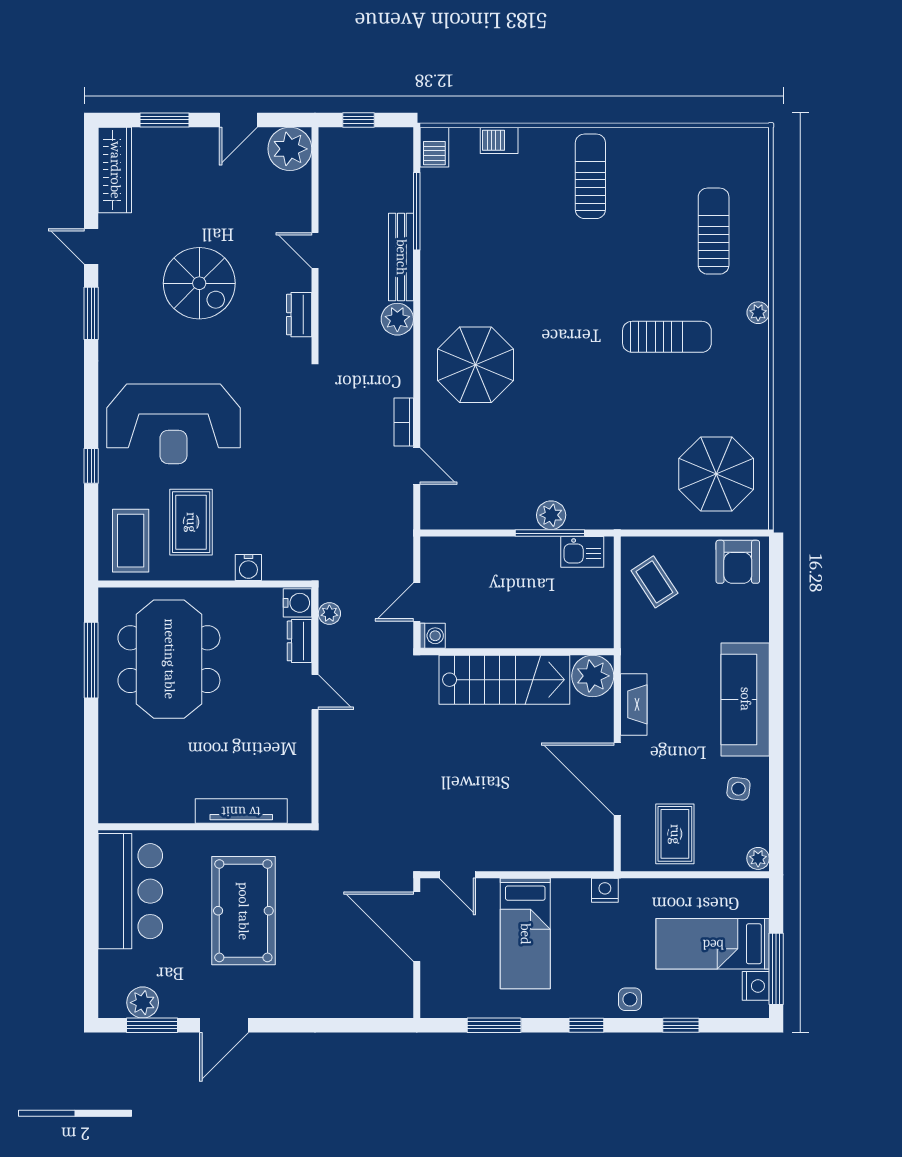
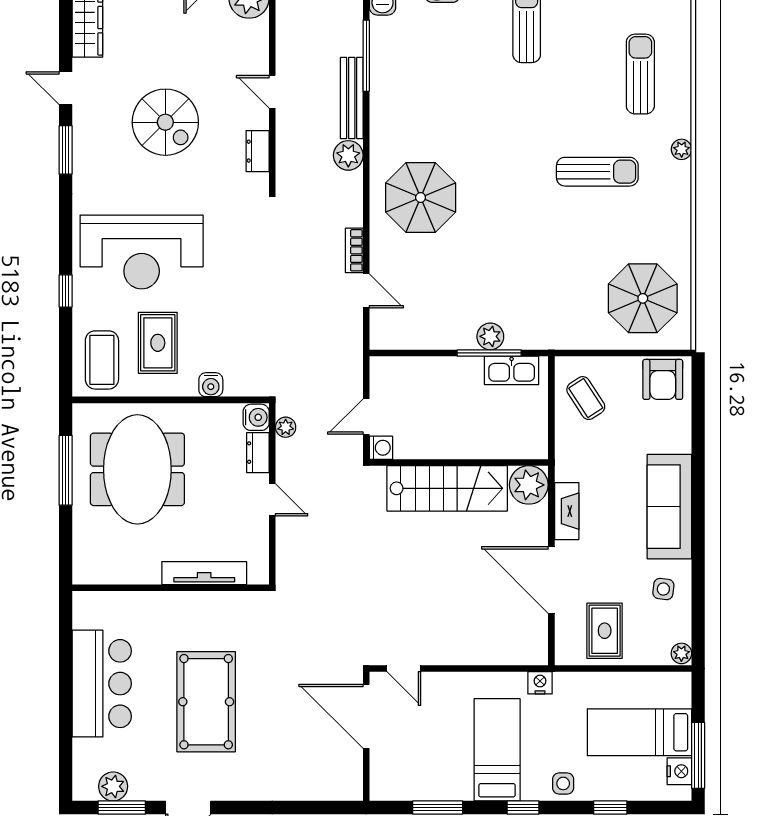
kitchen sink: (582, 552) -> (512, 370), width x1.38
tv unit: (241, 811) -> (204, 573), moved
wall: (205, 827) -> (171, 588), moved
bed: (525, 934) -> (497, 750), moved, turned 180

